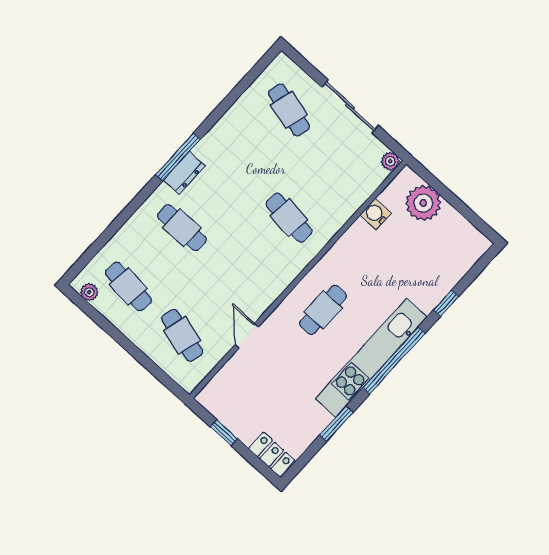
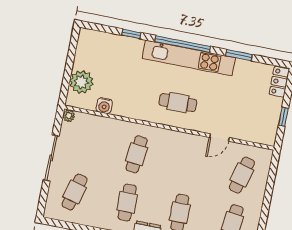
cafe table: (235, 169) -> (127, 202), added

